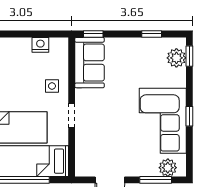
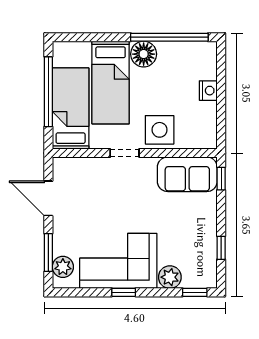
nightstand: (40, 45) -> (208, 91), moved
plant: (176, 58) -> (170, 277), moved
side table: (52, 86) -> (160, 130), width x1.87, depth x1.87

